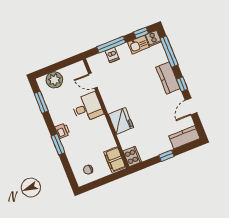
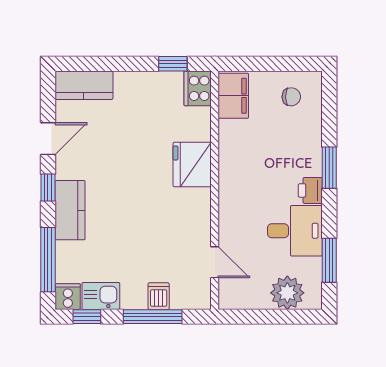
desk: (87, 107) -> (295, 231), moved, turned 180
window: (166, 156) -> (173, 64), moved

